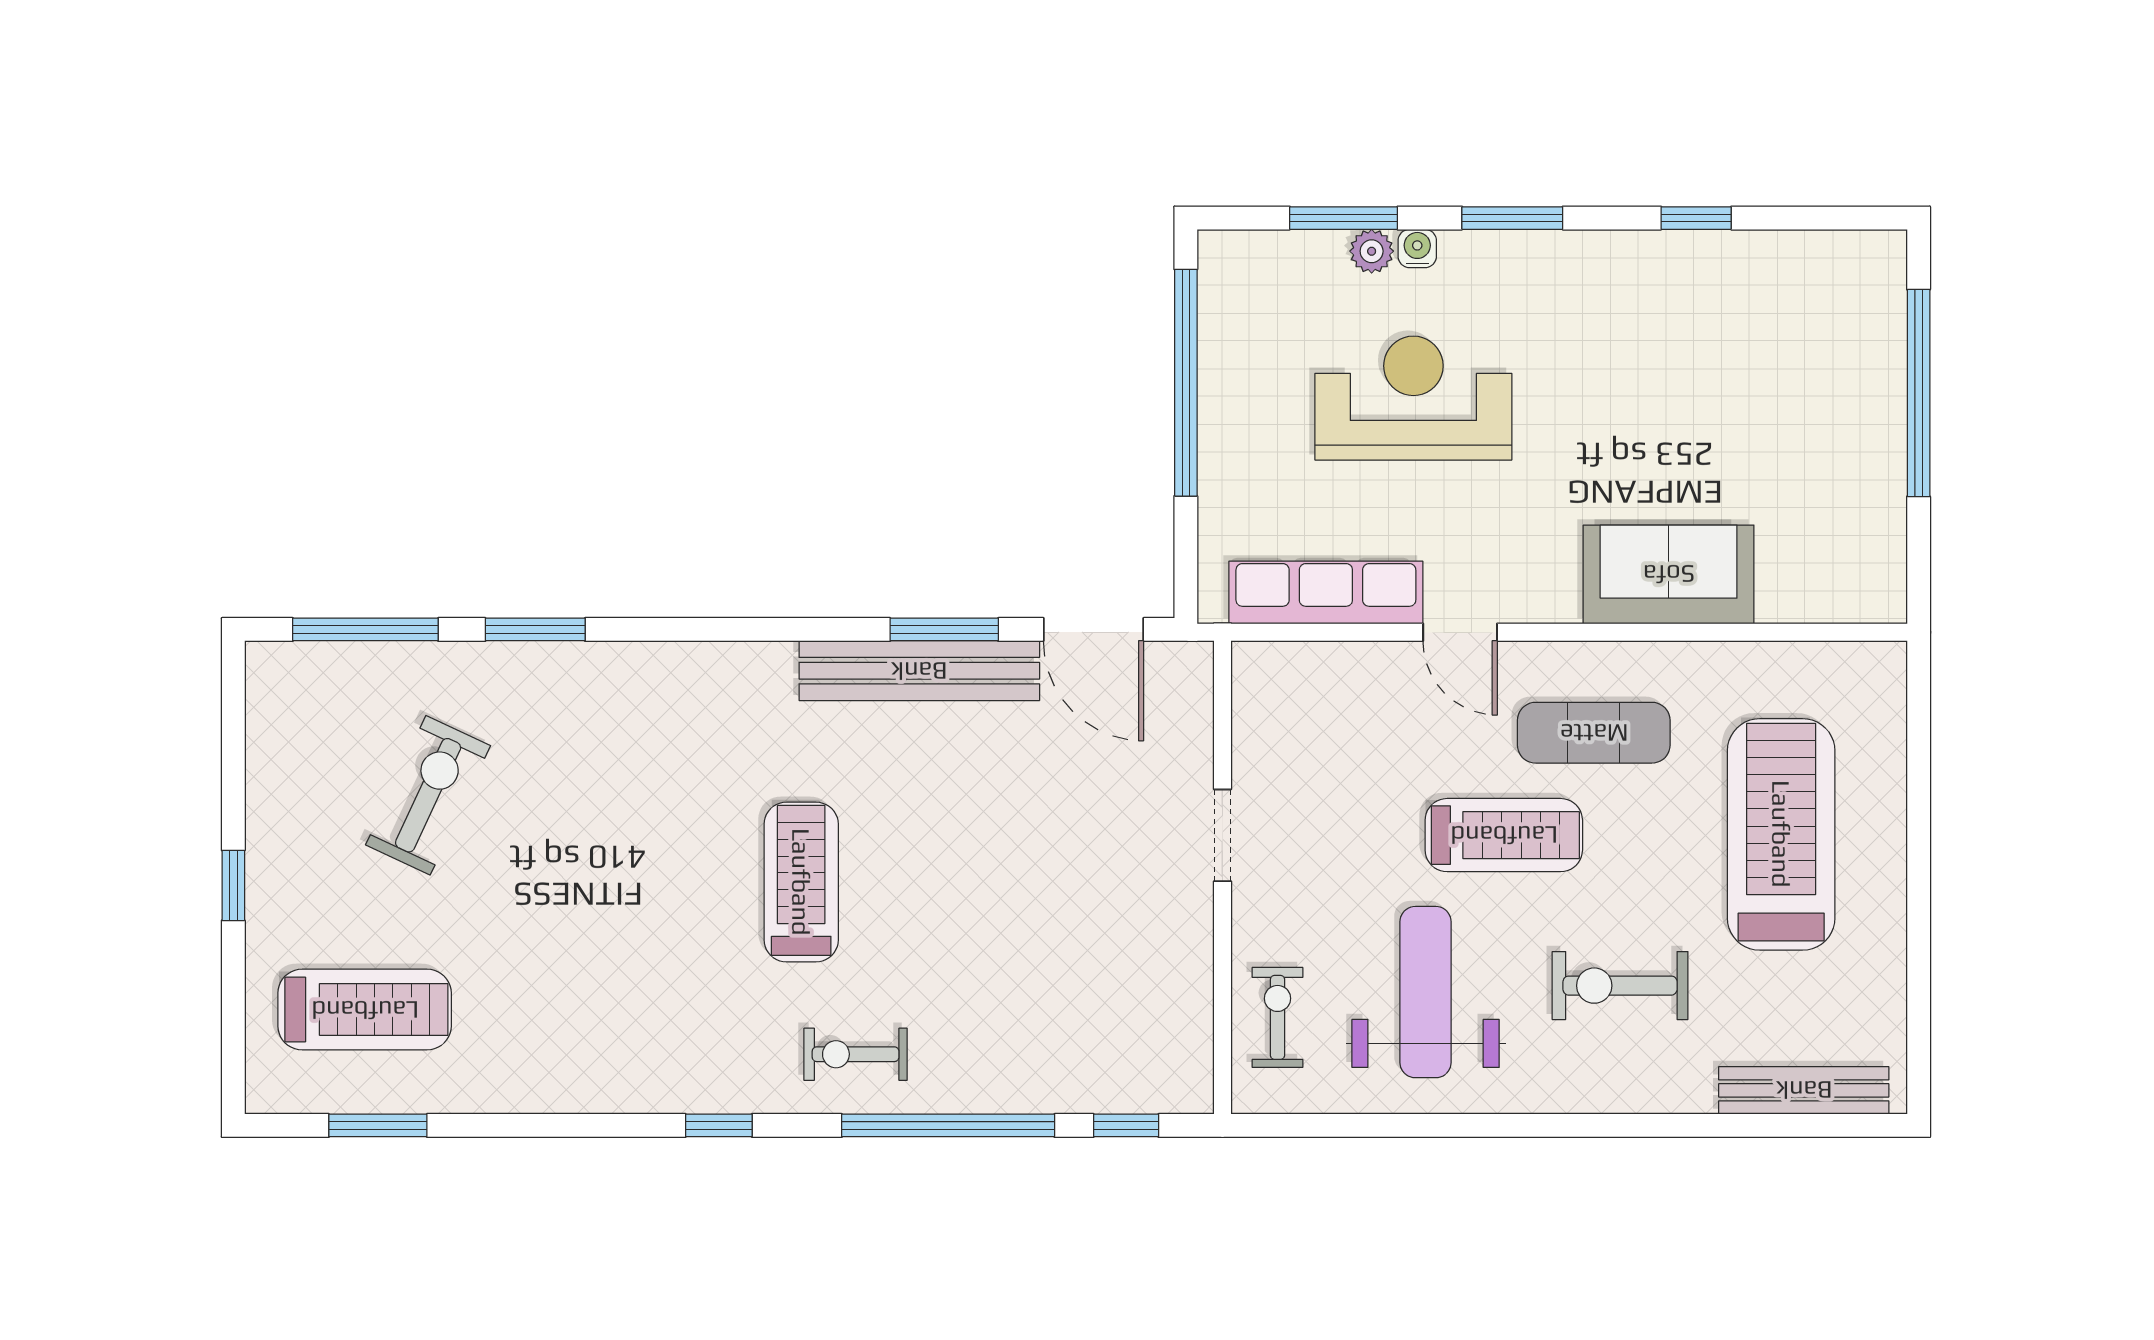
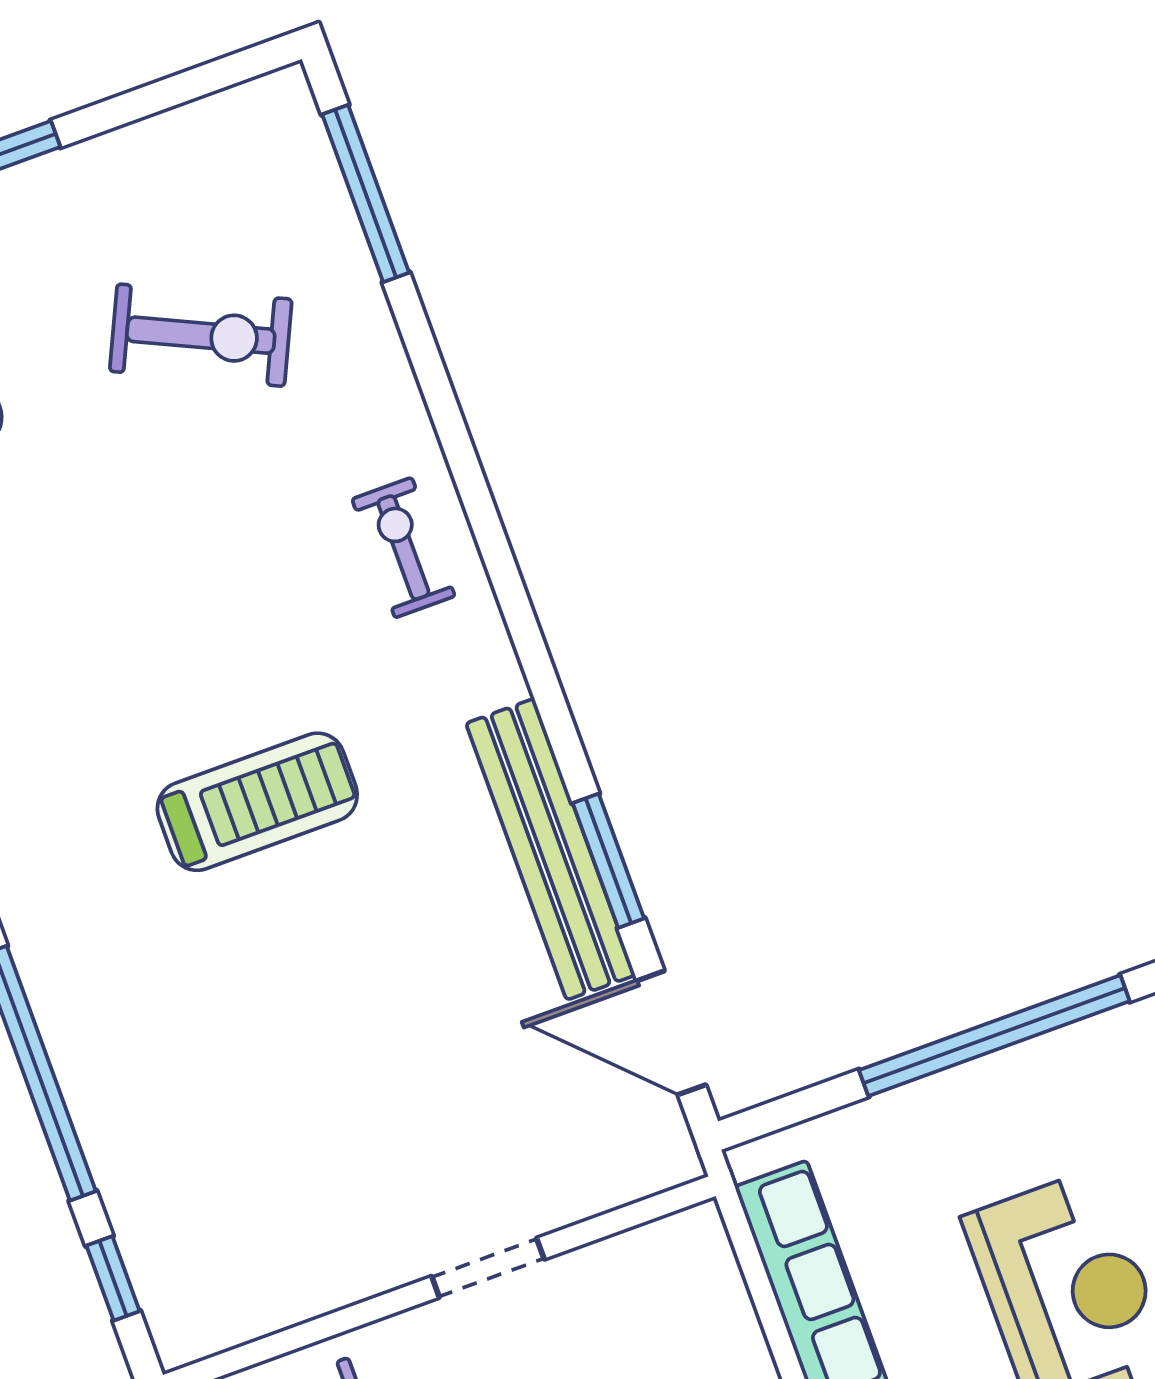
window: (535, 629) -> (437, 389), removed
door: (1094, 629) -> (671, 1033), hinge flipped
exercise bike: (856, 1054) -> (403, 548), moved

